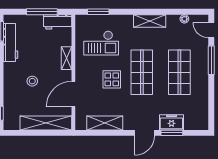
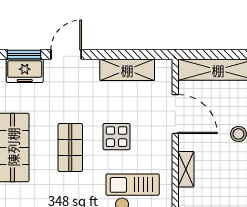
shop shelf: (142, 72) -> (70, 147), width x0.70, depth x0.74
door: (73, 94) -> (175, 114), hinge flipped

